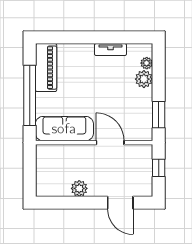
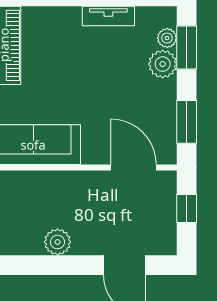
window: (159, 69) -> (187, 47), added
door: (110, 143) -> (134, 167), moved

